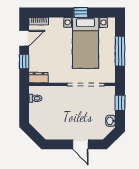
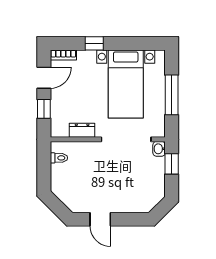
window: (81, 12) -> (94, 43), moved
dresser: (38, 78) -> (82, 130), moved
washbasin: (111, 121) -> (159, 149), moved
door: (80, 144) -> (100, 219), moved

